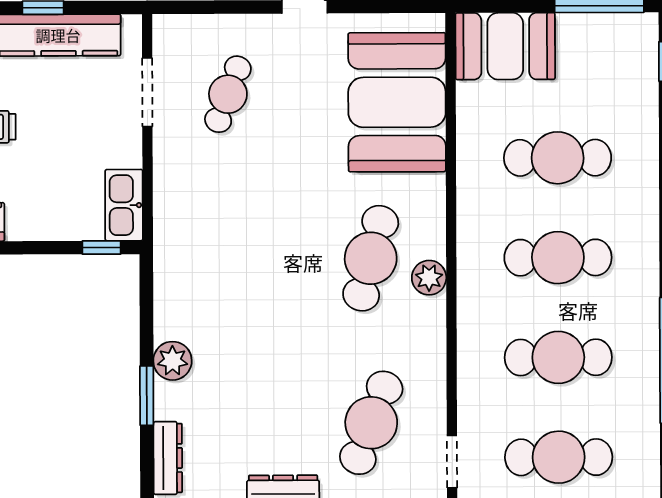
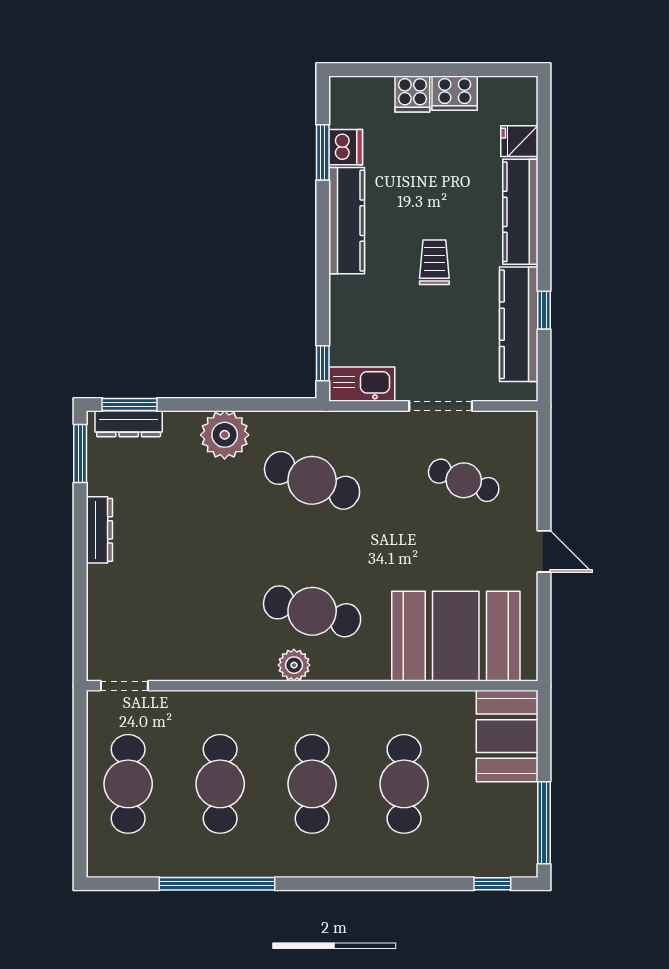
doorway: (147, 92) -> (441, 406), moved
plant: (173, 361) -> (225, 435), width x1.36, depth x1.36
window: (147, 396) -> (130, 404), moved
cafe table: (371, 423) -> (312, 480), moved

